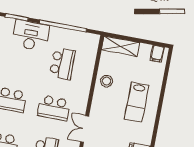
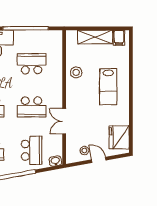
shelving: (121, 46) -> (95, 37), moved
school desk: (62, 64) -> (32, 64), turned -90

